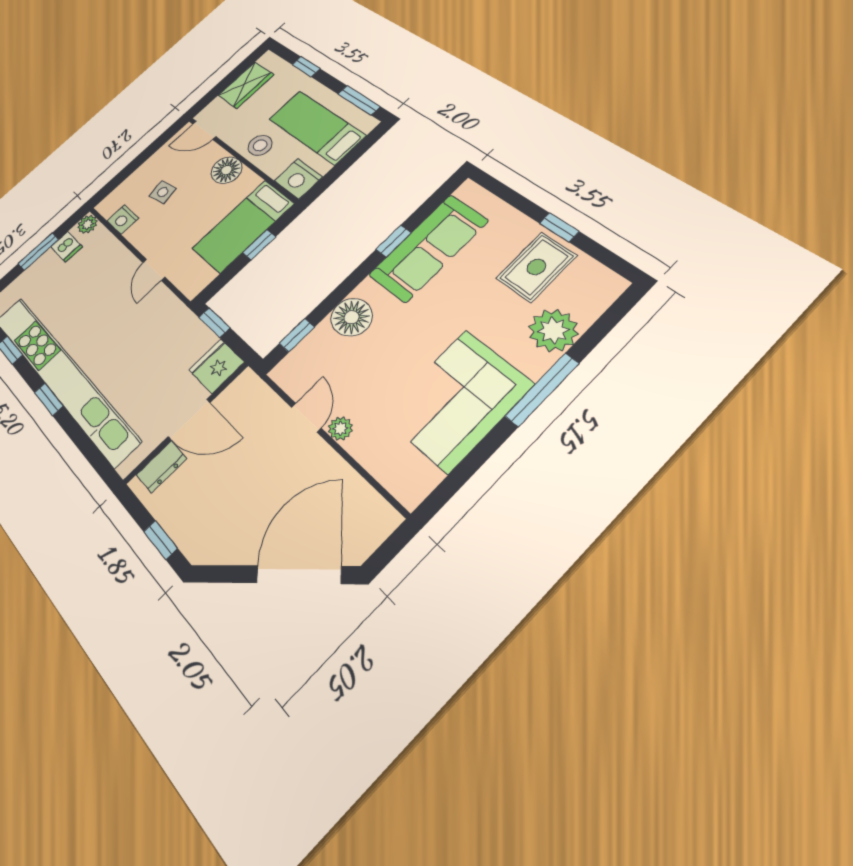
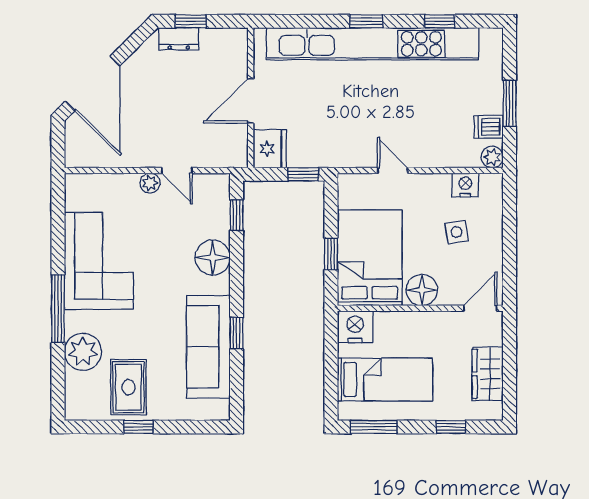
stool: (260, 145) -> (416, 331), removed
bed: (243, 226) -> (370, 258), width x1.50
dresser: (162, 467) -> (179, 39), moved, turned -90

